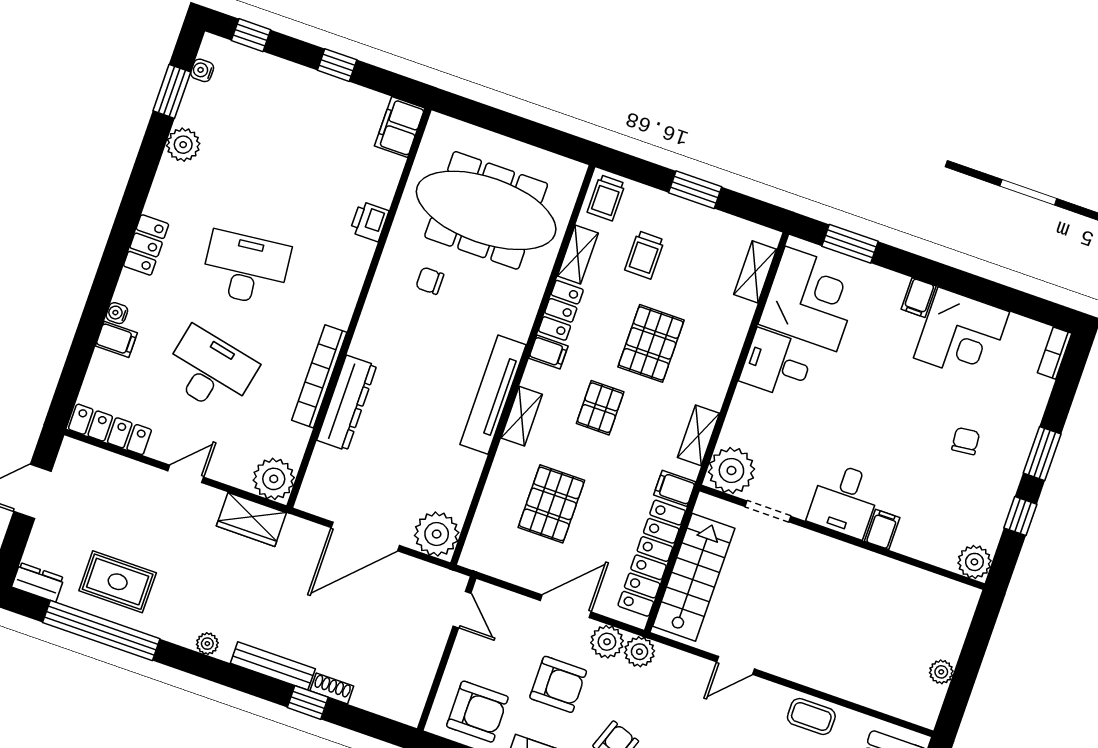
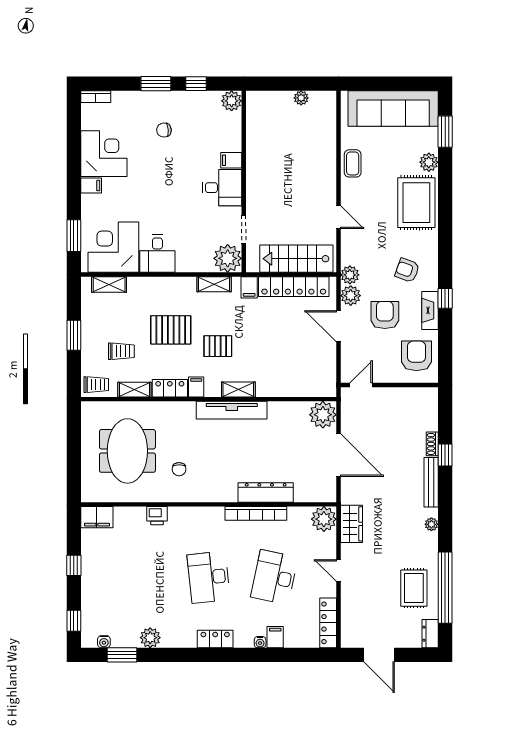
meeting table: (486, 210) -> (127, 451), width x0.73
pallet: (551, 504) -> (283, 355), removed

